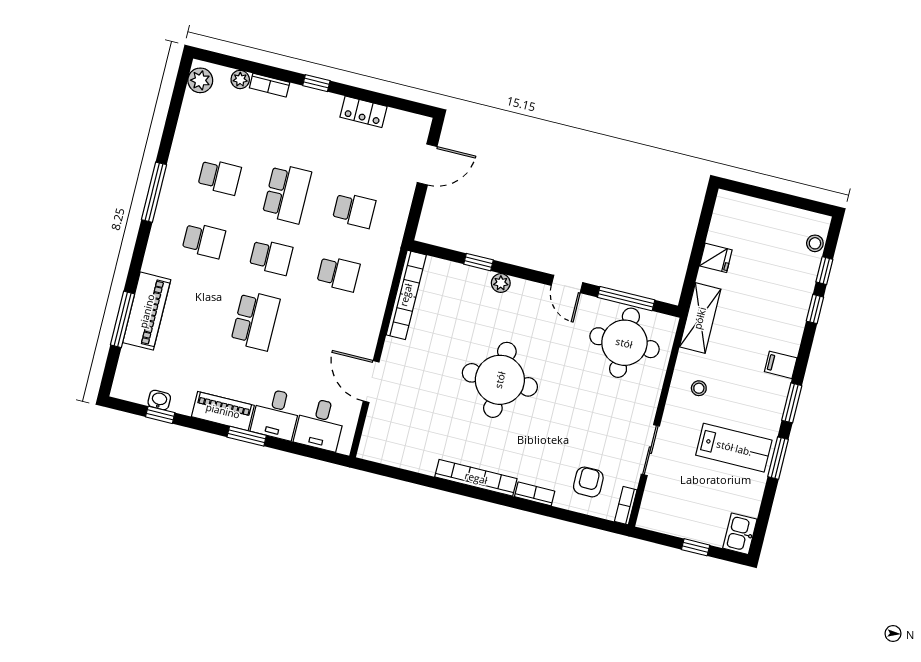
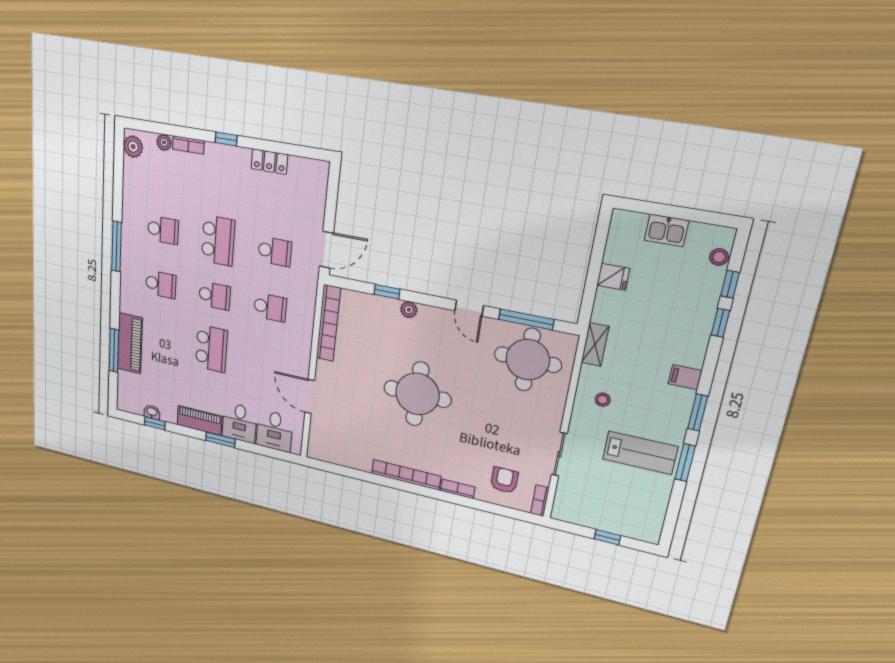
door: (427, 164) -> (326, 250), moved
shelving: (700, 318) -> (595, 344), width x0.67, depth x0.75
kitchen sink: (740, 534) -> (667, 230), moved, turned -90

